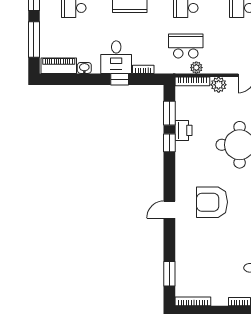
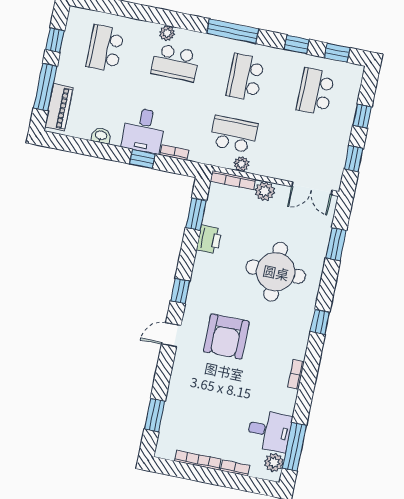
piano: (59, 66) -> (59, 107), moved, turned 90
window: (169, 143) -> (180, 291), moved
armchair: (212, 202) -> (226, 337), turned -90
bookcase: (193, 301) -> (198, 460), moved

